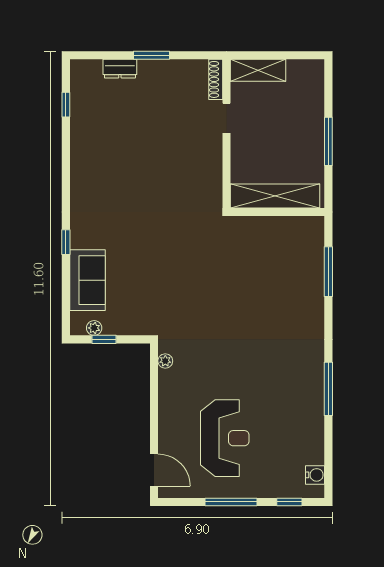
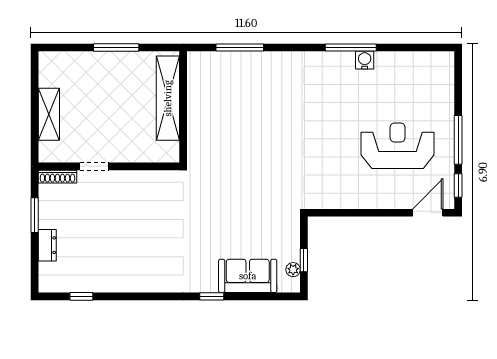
shoe rack: (216, 79) -> (57, 177), moved
doorway: (227, 118) -> (94, 166), moved
wall: (227, 134) -> (109, 166), moved
plant: (165, 361) -> (324, 202), removed
water cooler: (315, 475) -> (365, 60), moved
window: (289, 502) -> (458, 186), moved

